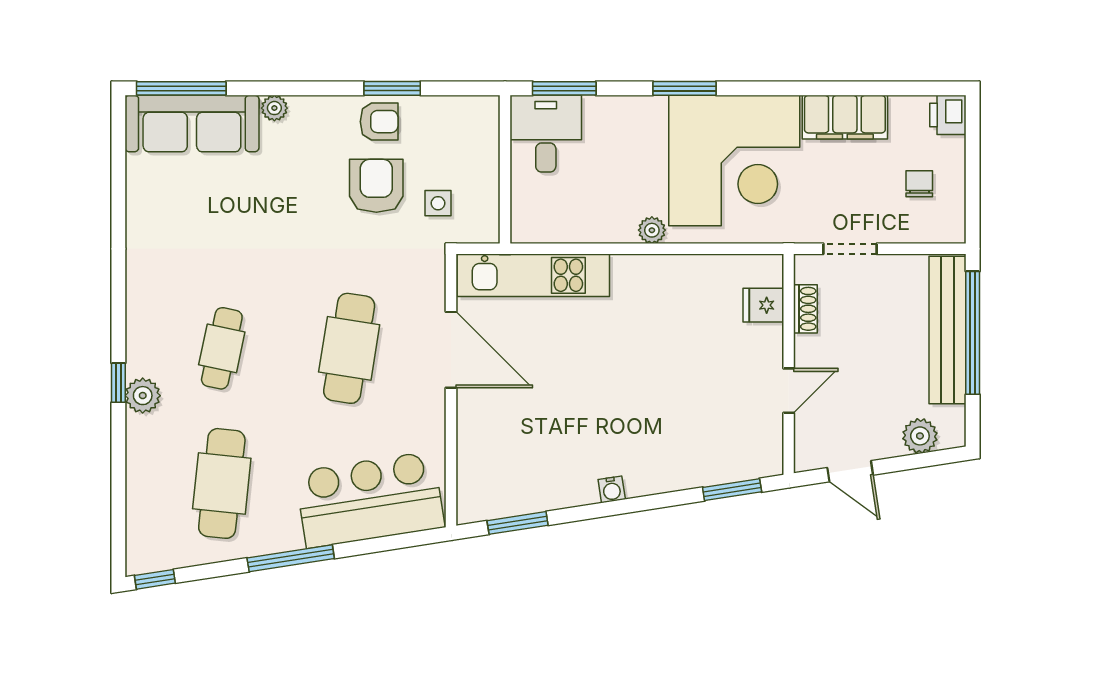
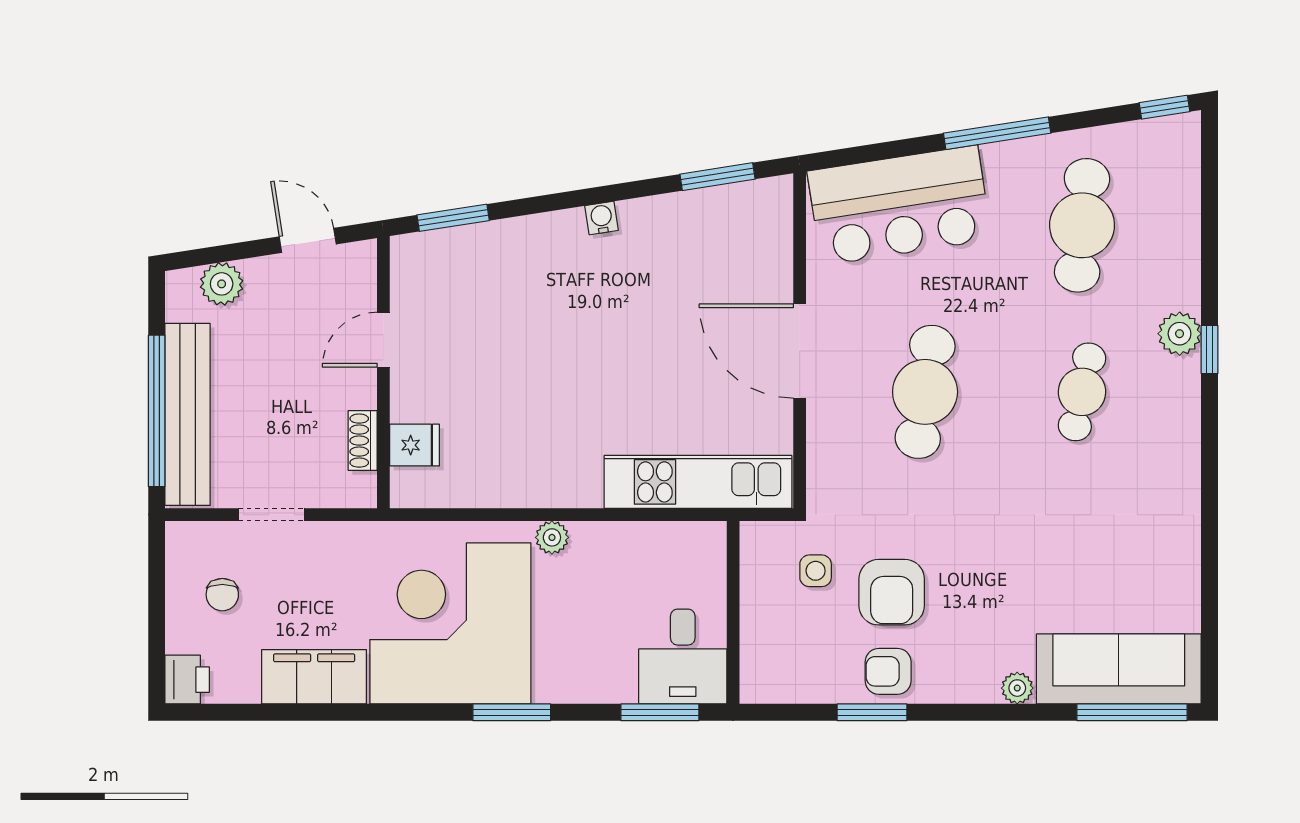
doorway: (850, 249) -> (271, 515), moved
door: (451, 350) -> (800, 351), moved

